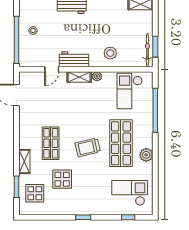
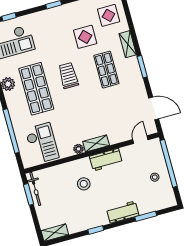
stool: (110, 53) -> (84, 184), moved
door: (52, 69) -> (140, 140), moved
trolley: (88, 147) -> (68, 76), turned -77
window: (16, 187) -> (142, 67), moved

